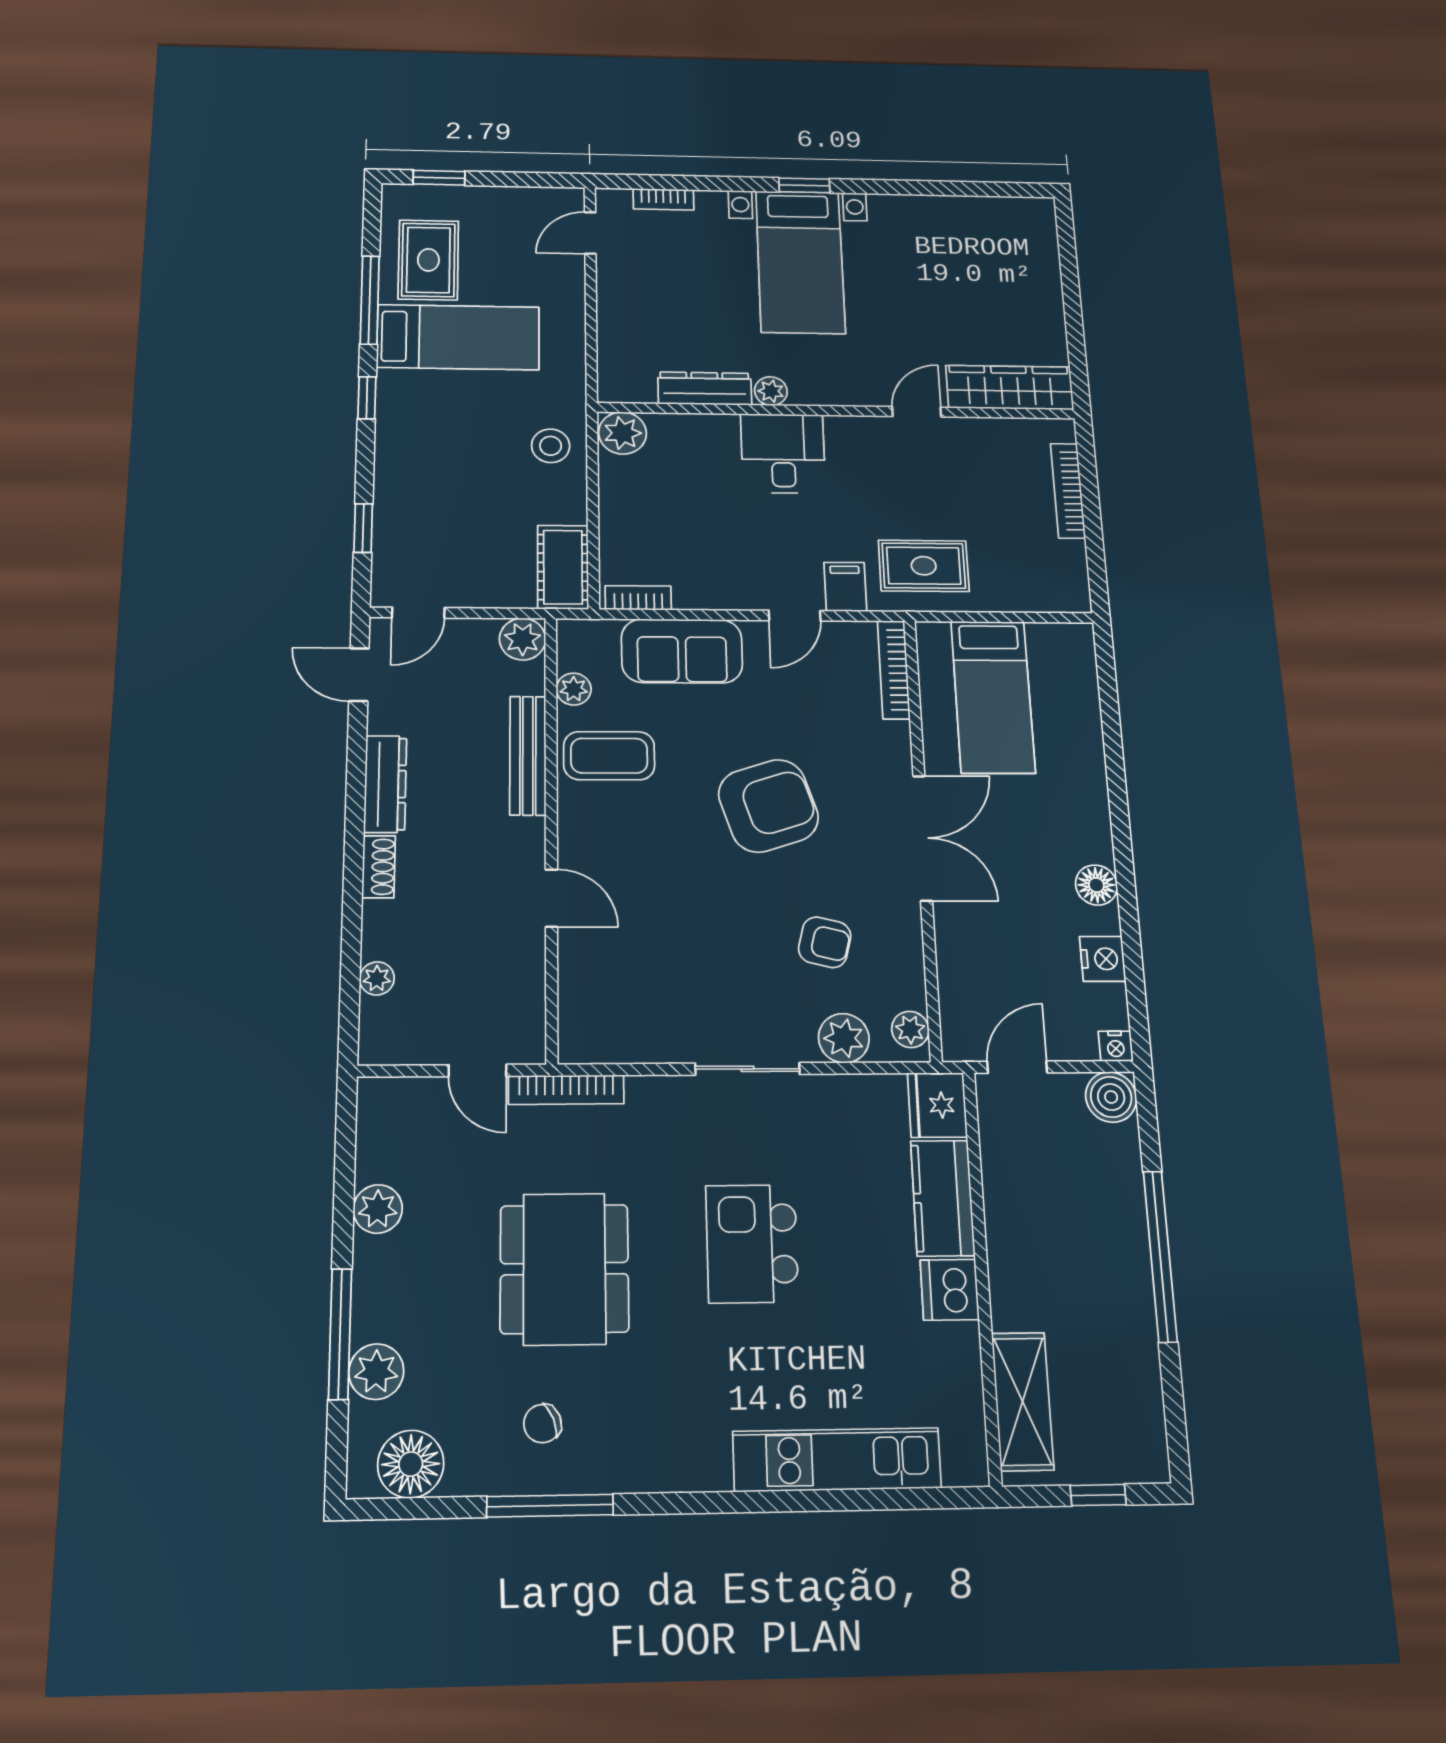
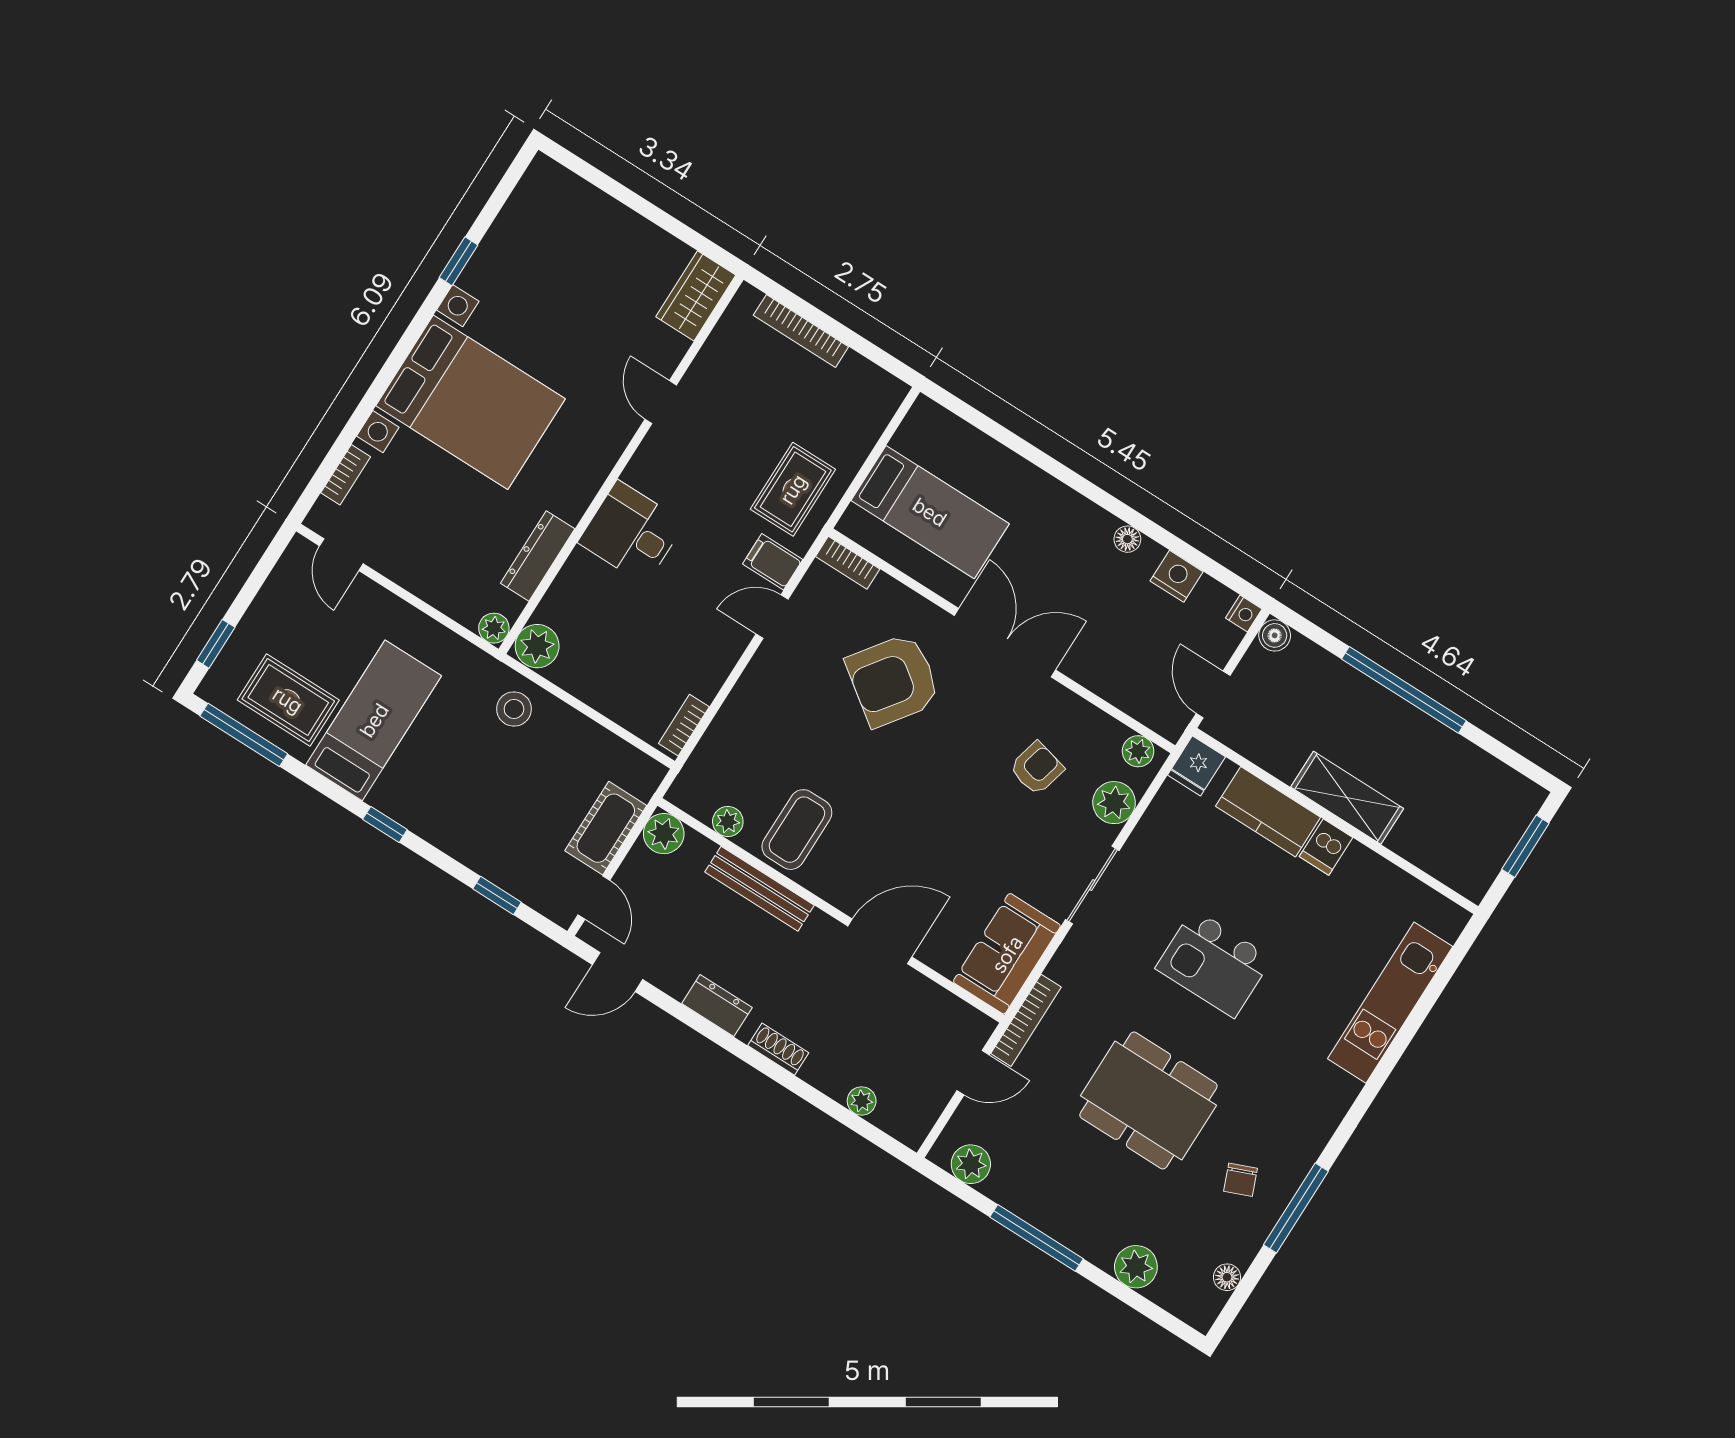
window: (804, 185) -> (458, 261), moved
bed with nightstands: (800, 262) -> (471, 402), width x1.36
window: (370, 300) -> (244, 735), moved
wardrobe: (1010, 387) -> (696, 296), width x0.67
plant: (771, 391) -> (494, 628), moved
cot: (563, 567) -> (606, 828), moved, turned 90
door: (795, 616) -> (772, 617), swing flipped
sofa: (682, 651) -> (1007, 954), moved, turned 180
bookcase: (894, 670) -> (848, 563), width x0.64
dresser: (385, 784) -> (717, 1006), width x0.70
armchair: (768, 806) -> (893, 680), moved, turned -126
floor lamp: (1096, 885) -> (1127, 539), width x0.73, depth x0.73
door: (551, 898) -> (880, 941), width x1.38
boiler: (1111, 1097) -> (1275, 635), width x0.73, depth x0.73
fridge: (937, 1105) -> (1196, 766), width x0.72
plant: (378, 1209) -> (971, 1164), moved
dishwasher: (950, 1290) -> (1326, 847), width x0.73
window: (340, 1334) -> (1036, 1238), moved
shelving: (1023, 1401) -> (1347, 798), moved
floor lamp: (411, 1464) -> (1227, 1277), width x0.53, depth x0.53
window: (1098, 1495) -> (1525, 846), width x1.50

